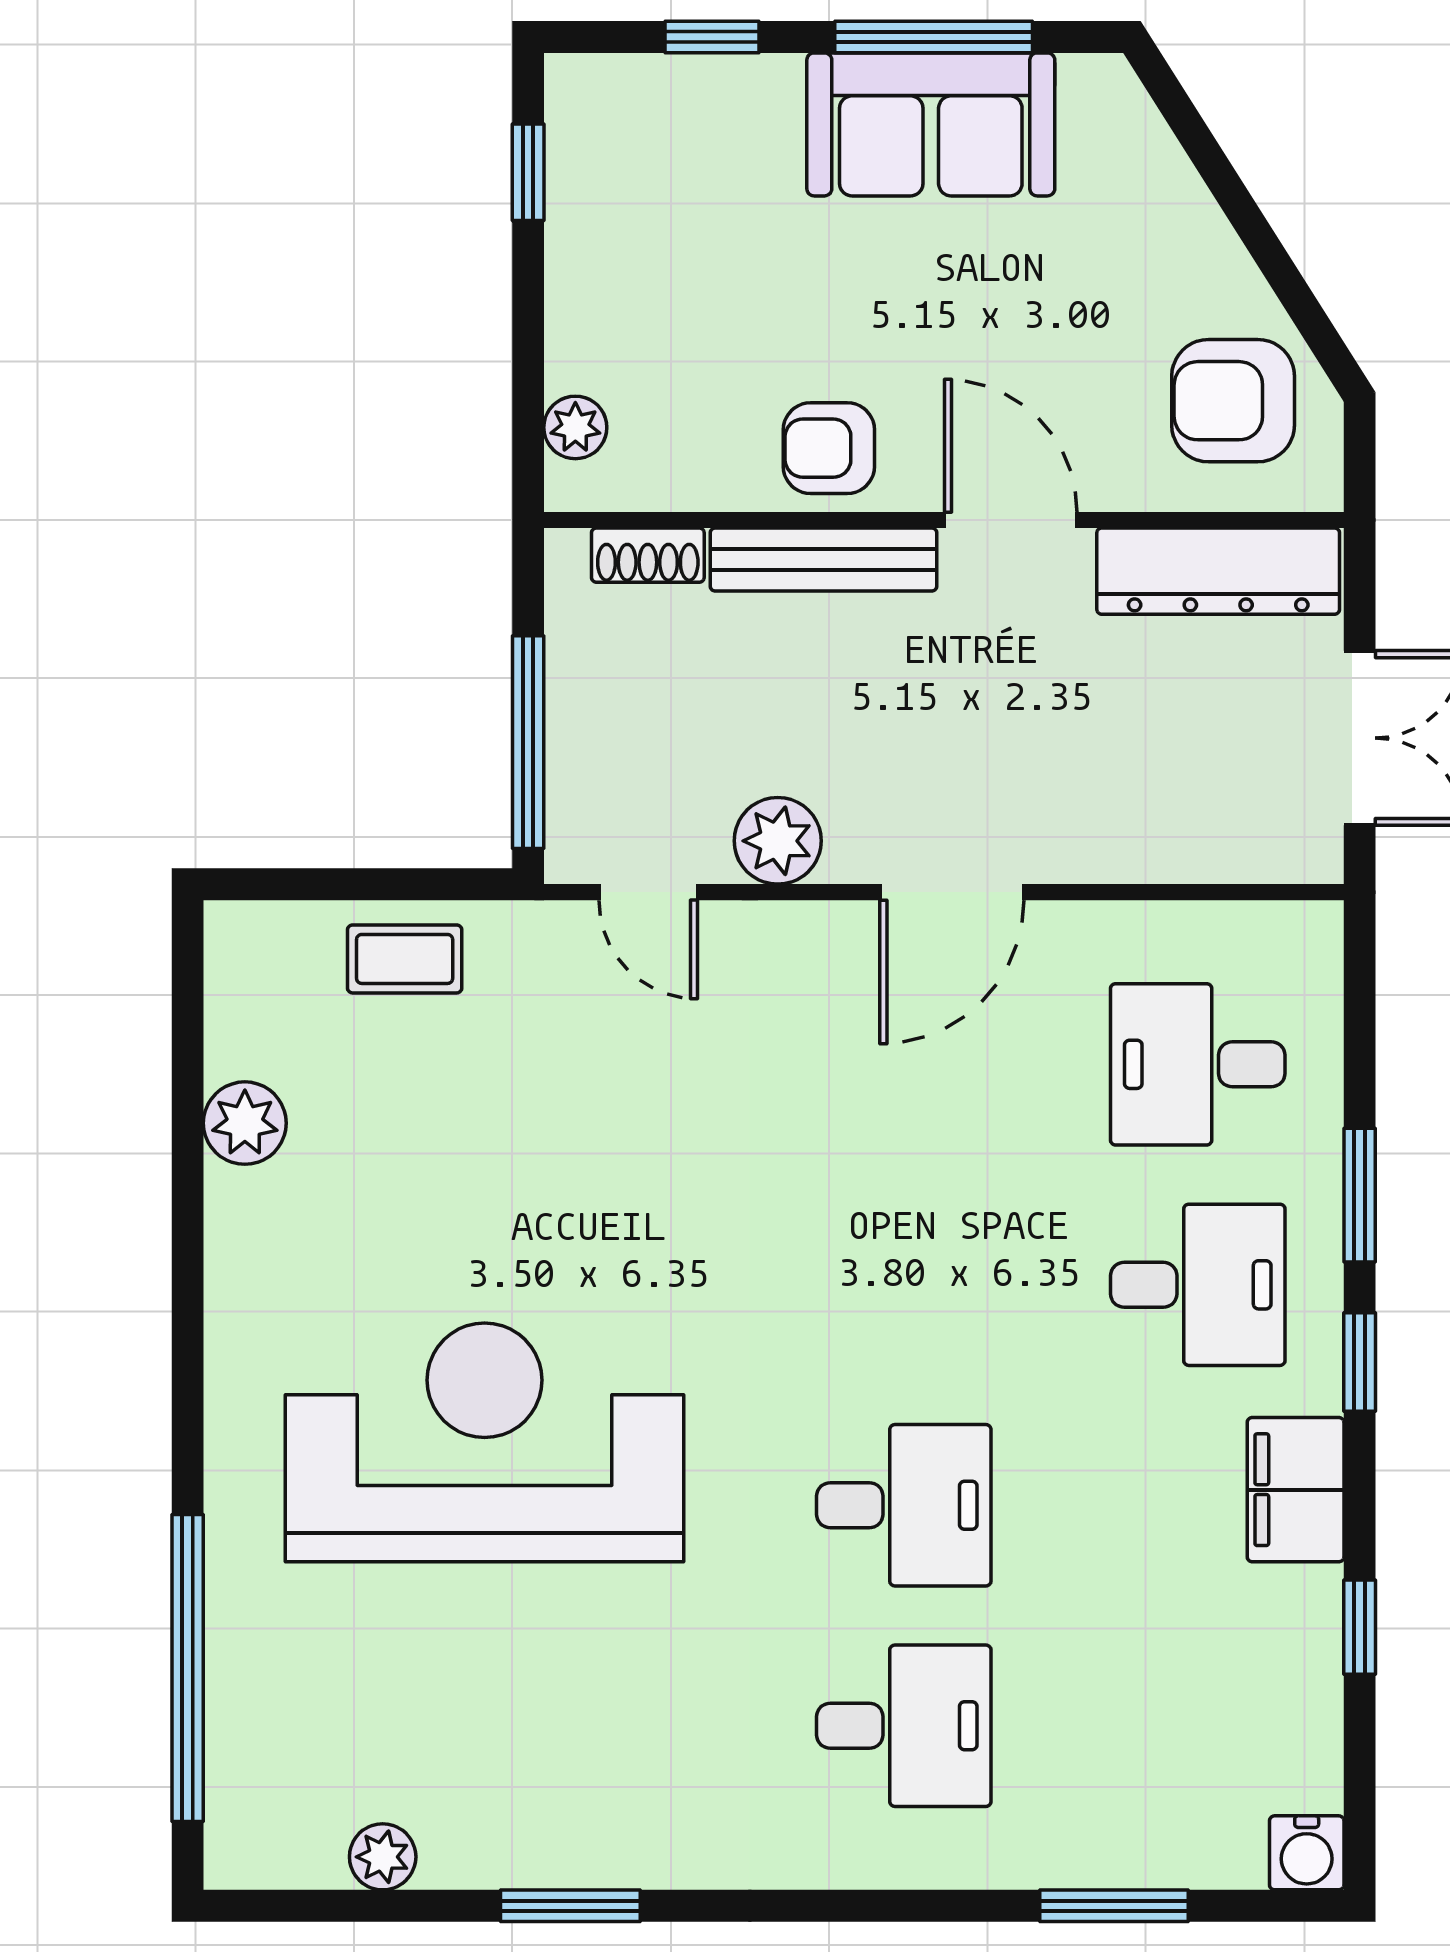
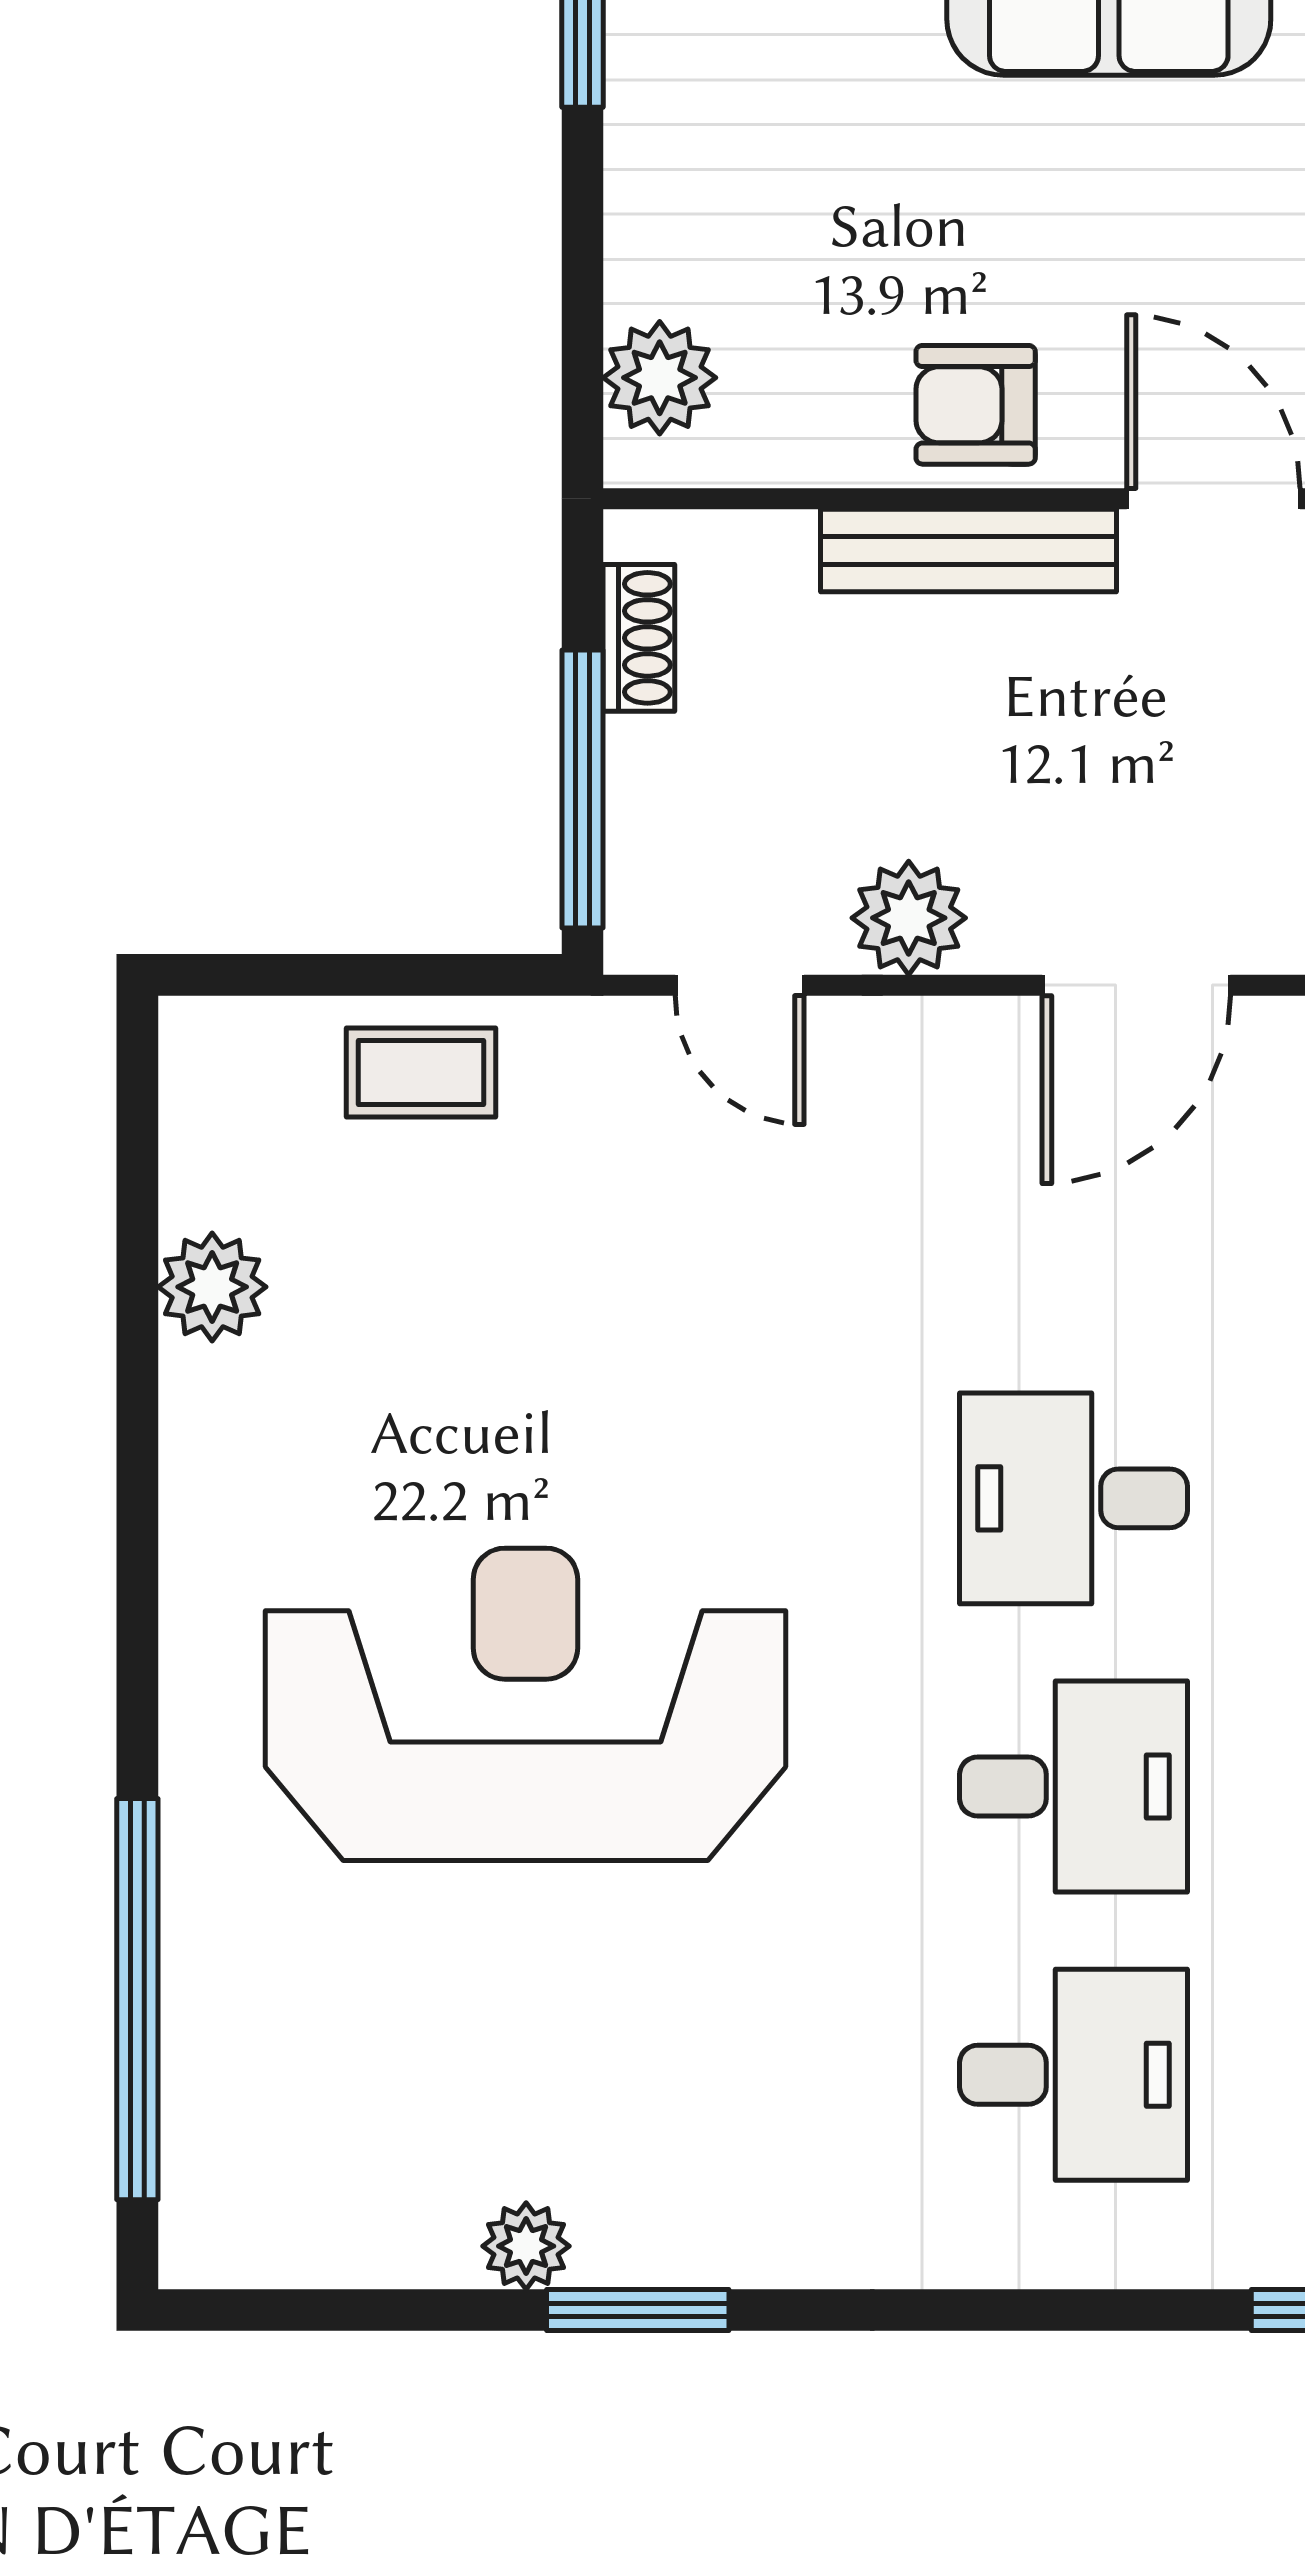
plant: (575, 427) -> (660, 378), width x1.38, depth x1.38
shoe rack: (648, 555) -> (639, 638), moved, turned -90
desk: (904, 1285) -> (1073, 1498), added
plant: (383, 1857) -> (526, 2246), moved

